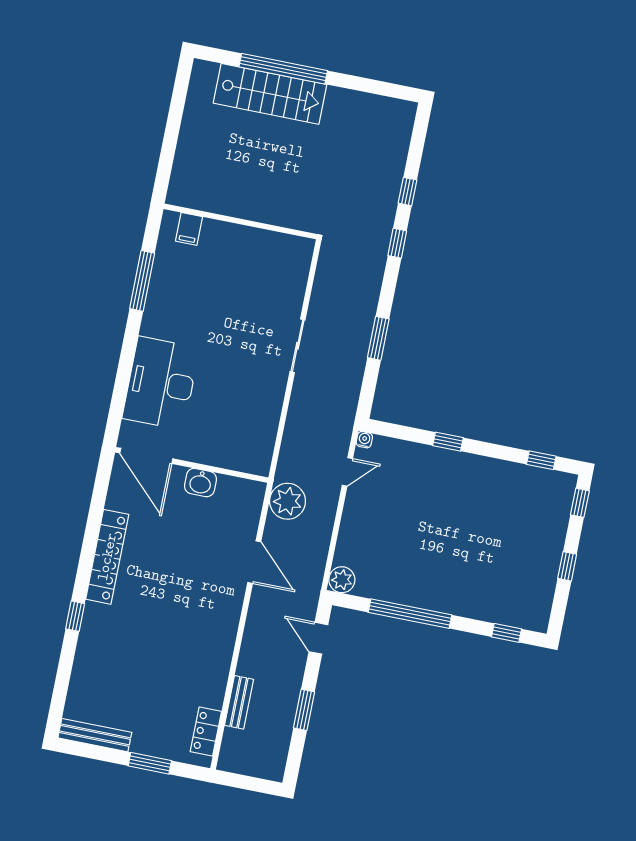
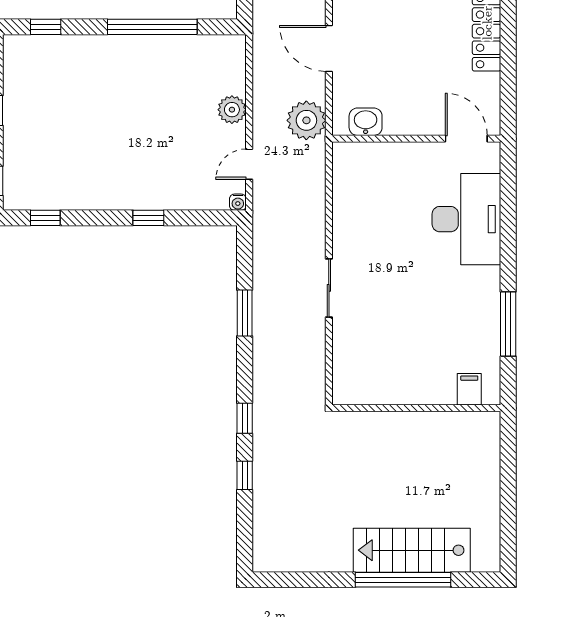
door: (146, 456) -> (466, 139), width x0.73
washbasin: (200, 483) -> (366, 122), moved
plant: (342, 580) -> (232, 110), moved

